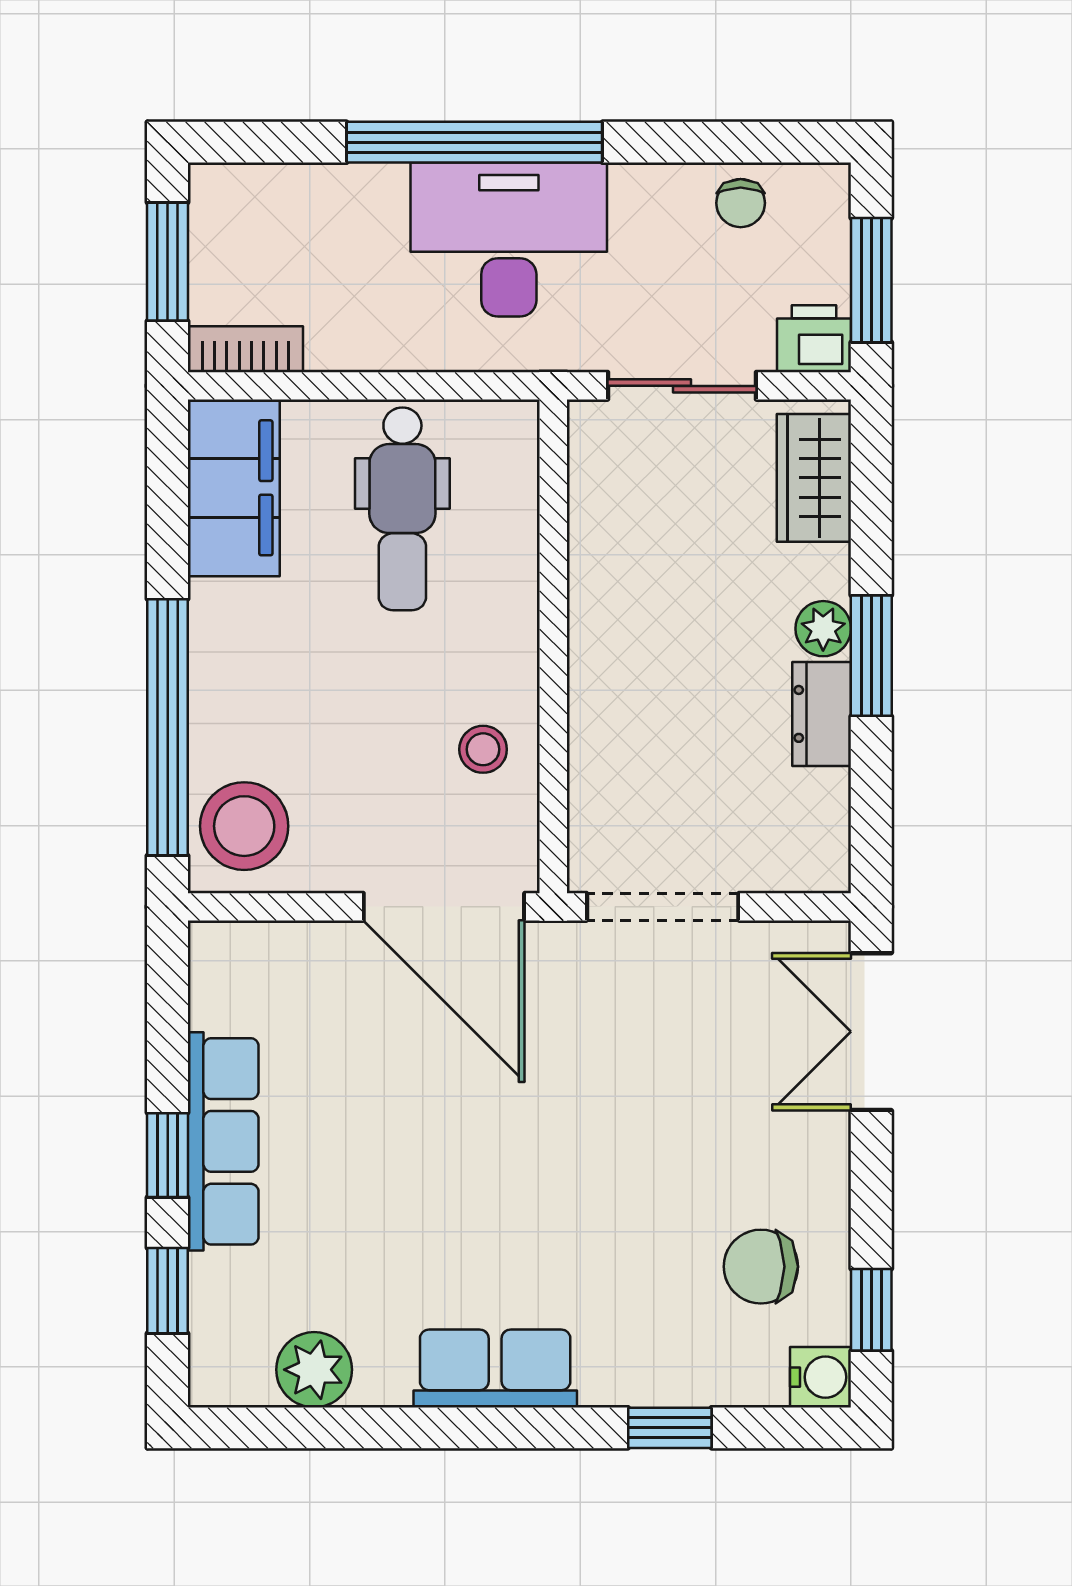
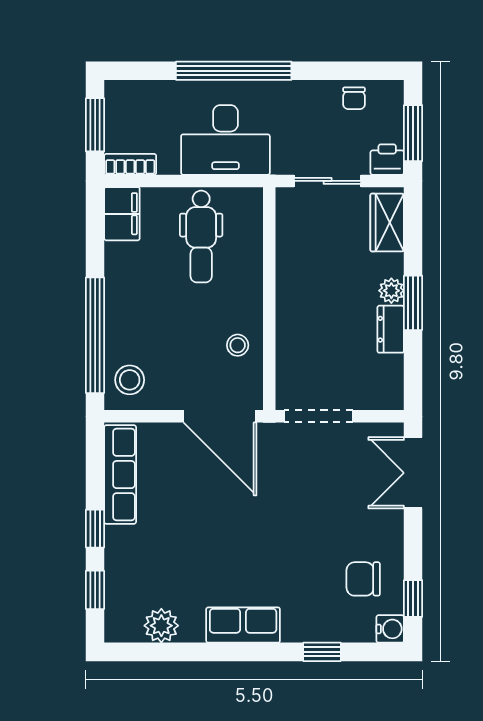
desk: (509, 240) -> (225, 140), moved, turned 180
filing cabinet: (234, 488) -> (122, 214), width x0.67, depth x0.86
stool: (244, 826) -> (130, 380), width x0.73, depth x0.73
row of seats: (223, 1141) -> (120, 475), moved

